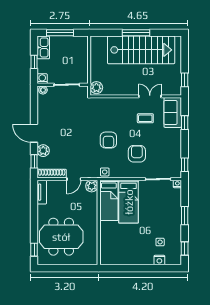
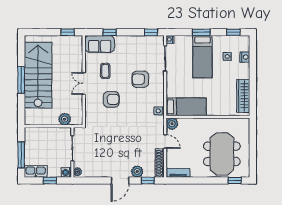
plant: (96, 88) -> (65, 119), moved
double door: (150, 96) -> (84, 83), moved
armchair: (108, 140) -> (111, 99), moved
bed: (129, 202) -> (202, 57), moved, turned 90
wardrobe: (120, 258) -> (243, 96), added

